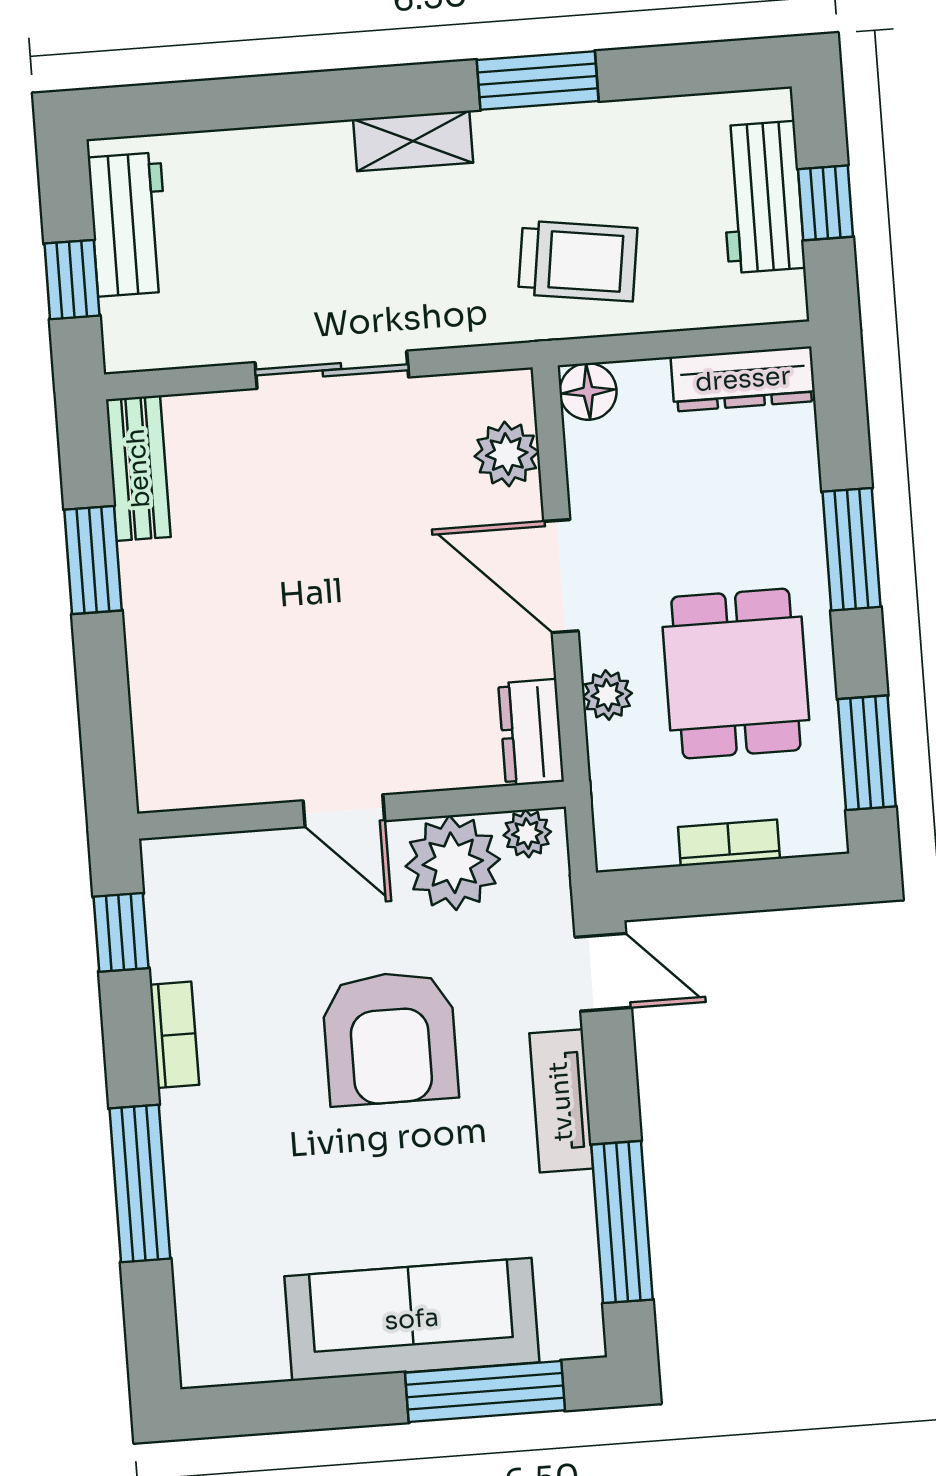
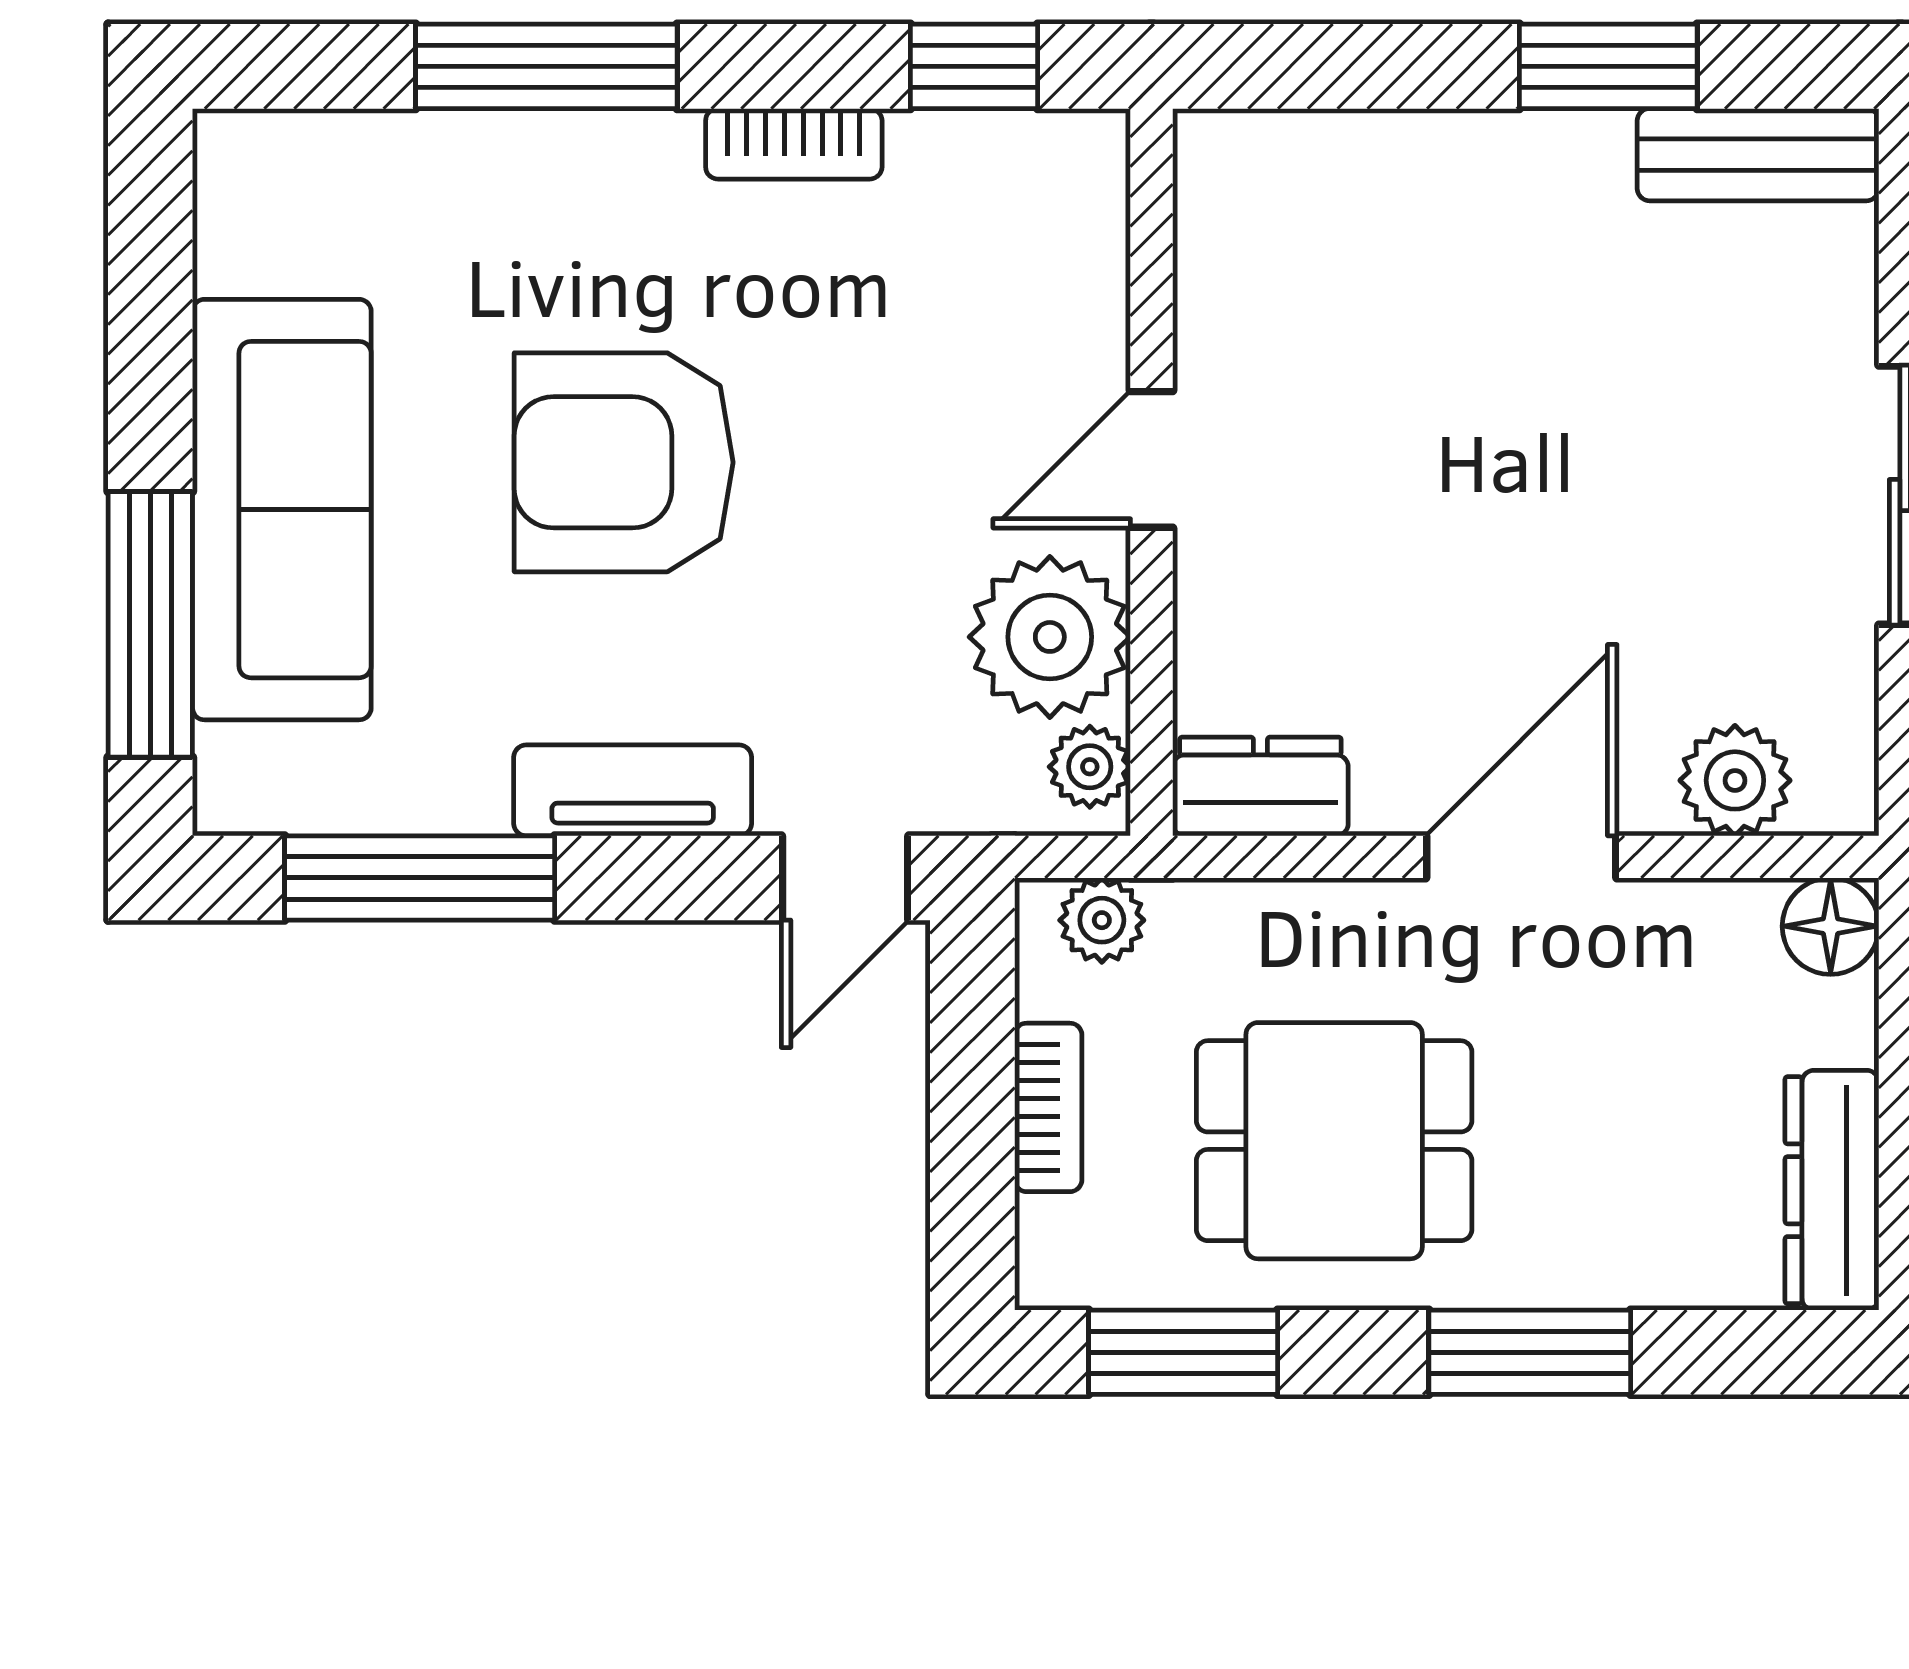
plant: (607, 695) -> (1102, 920), moved
armchair: (390, 1038) -> (624, 462), moved

